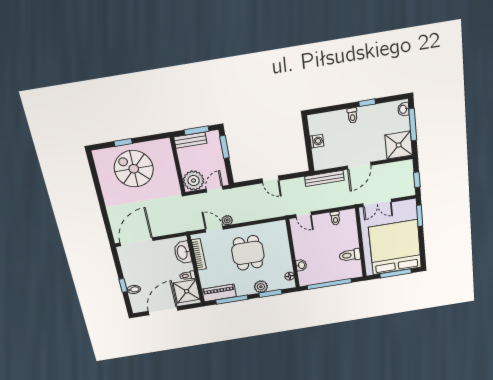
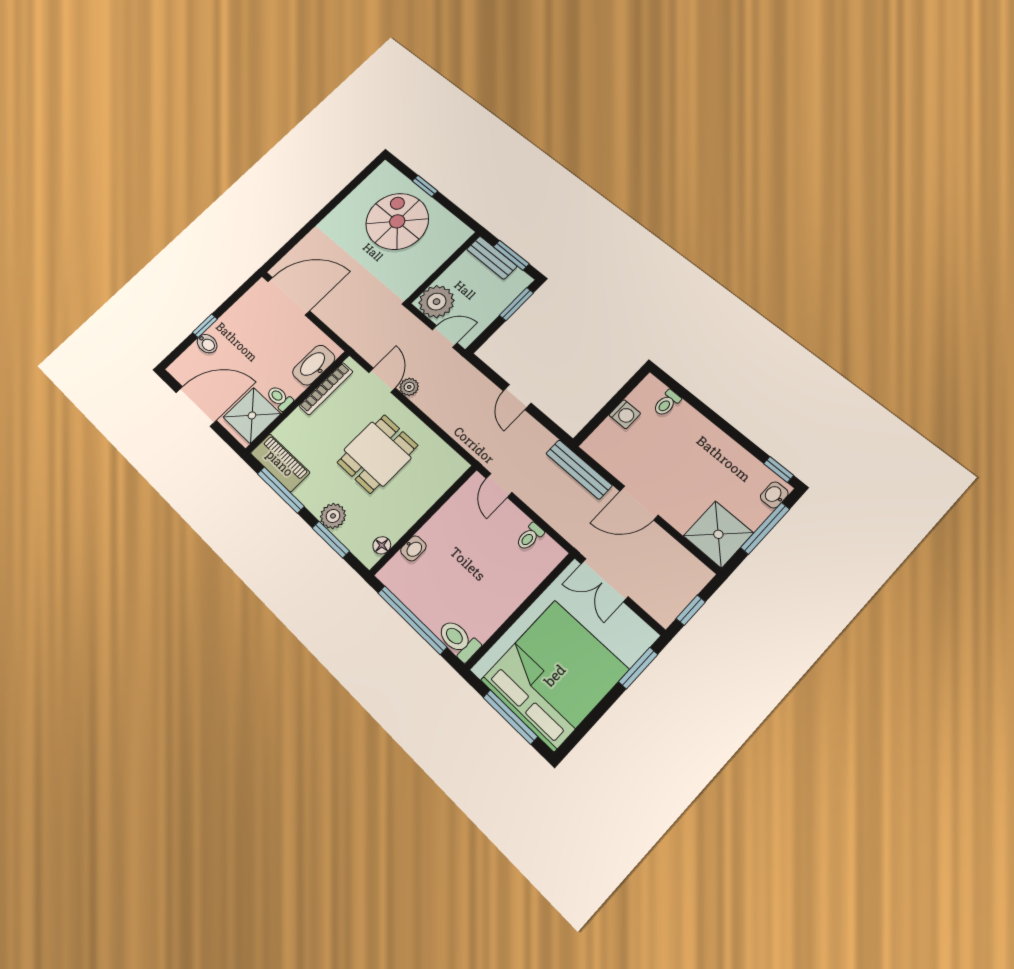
window: (367, 103) -> (779, 470), moved
toilet: (352, 116) -> (667, 403), moved
toilet: (350, 255) -> (459, 640), moved

